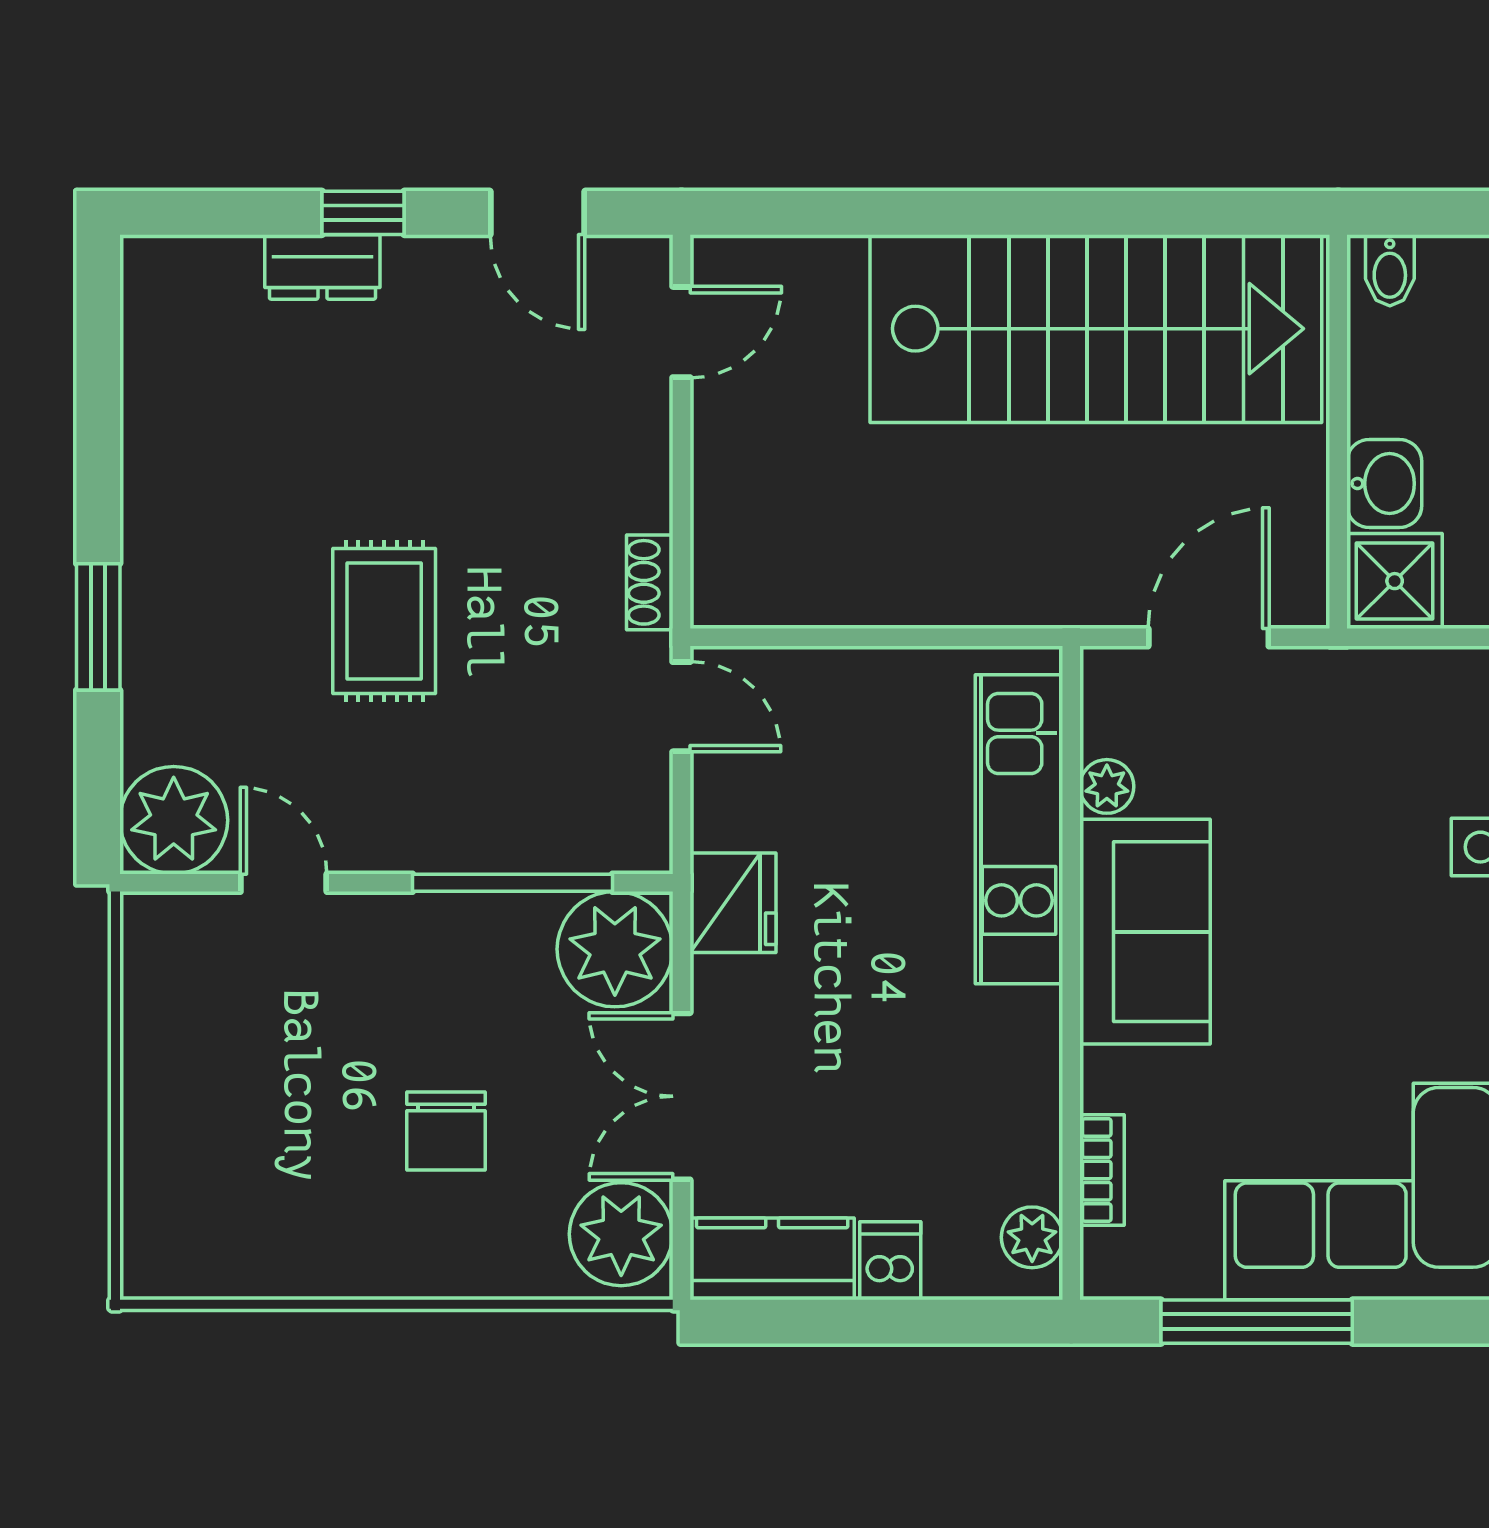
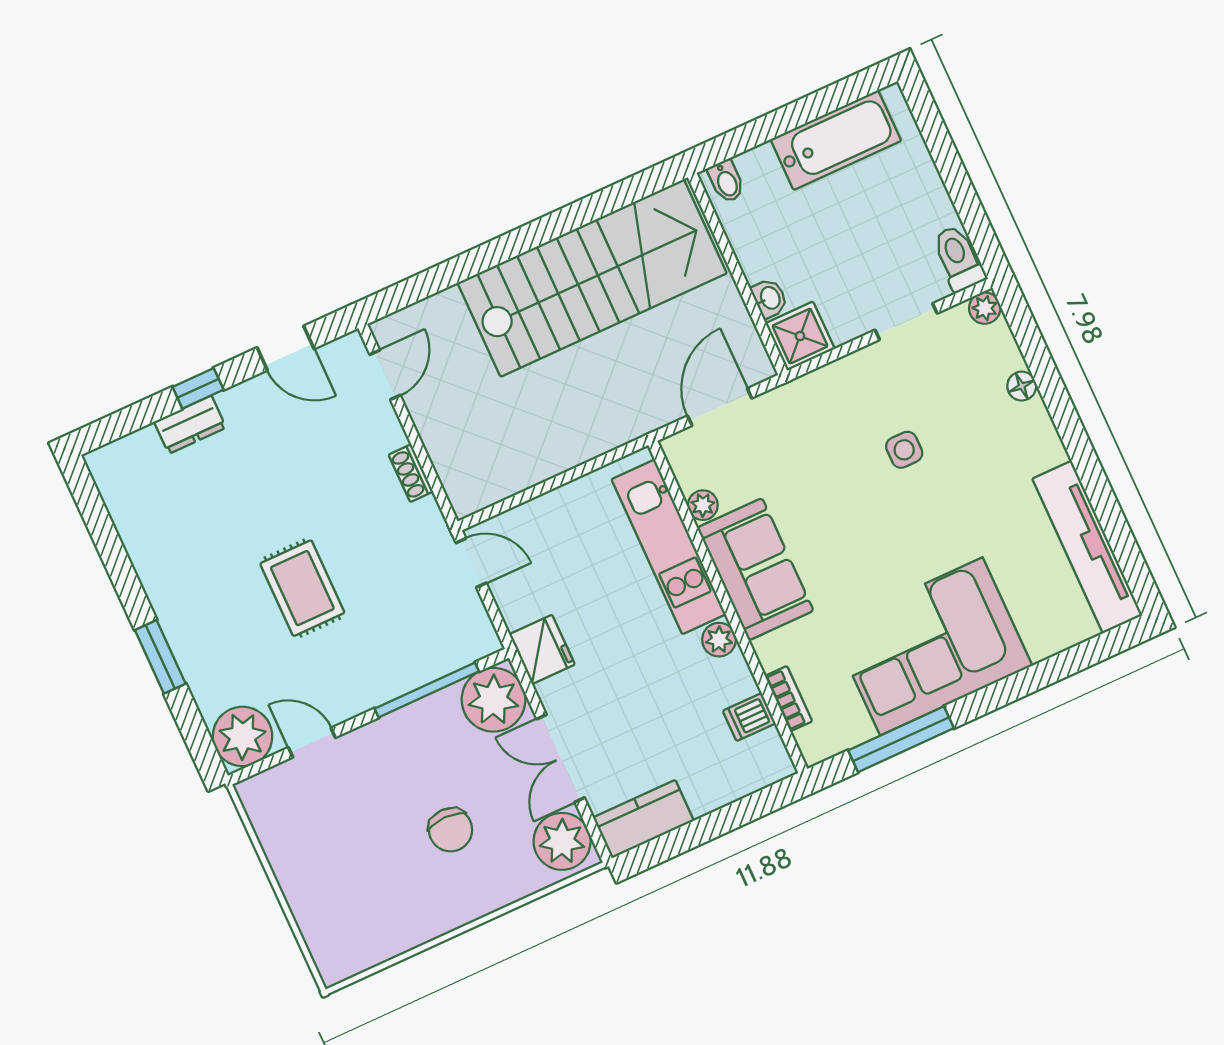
washbasin: (1384, 484) -> (770, 298), width x0.72, depth x0.69
shoe rack: (650, 582) -> (411, 473), moved
plant: (1032, 1237) -> (719, 640), moved
dishwasher: (890, 1261) -> (749, 717), moved, turned -90

